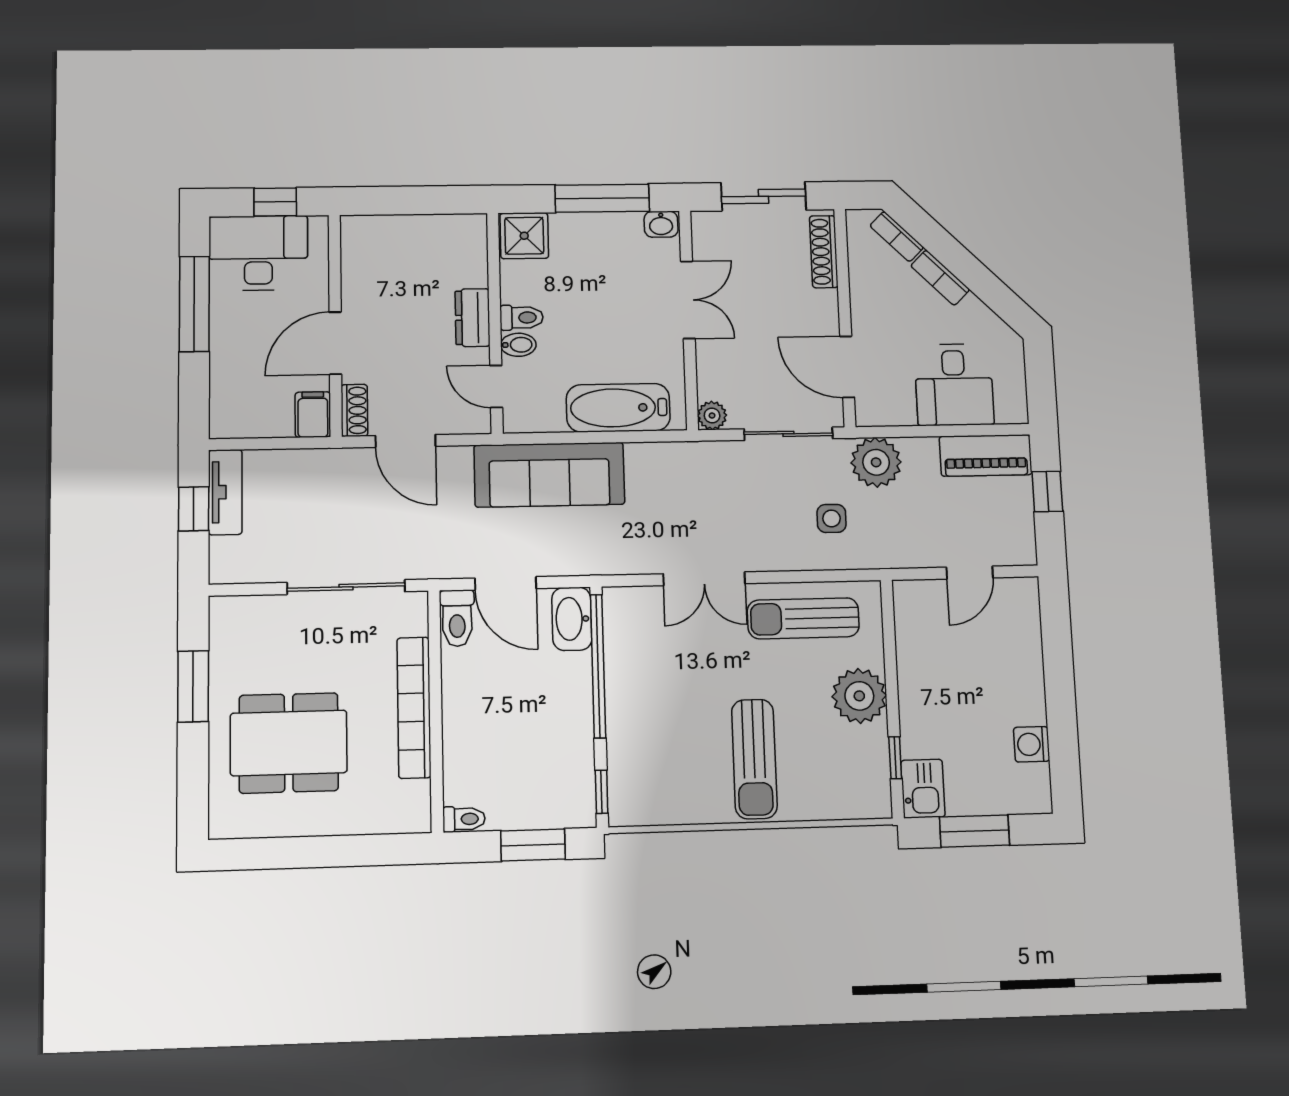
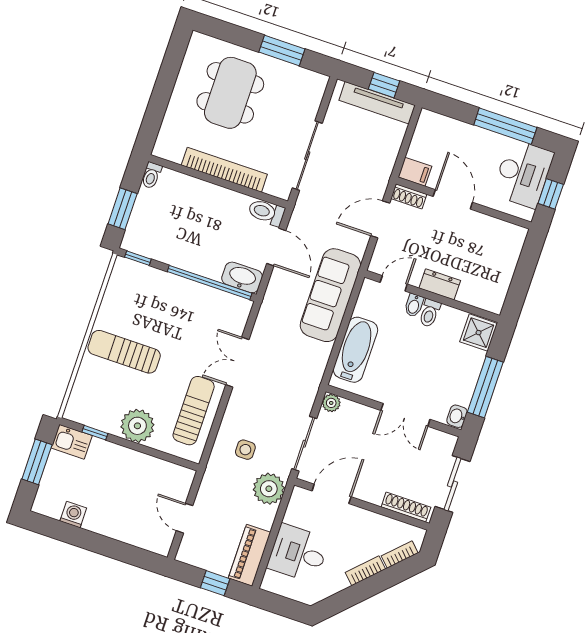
tv unit: (225, 492) -> (377, 103), width x1.41
door: (506, 583) -> (276, 247), swing flipped

